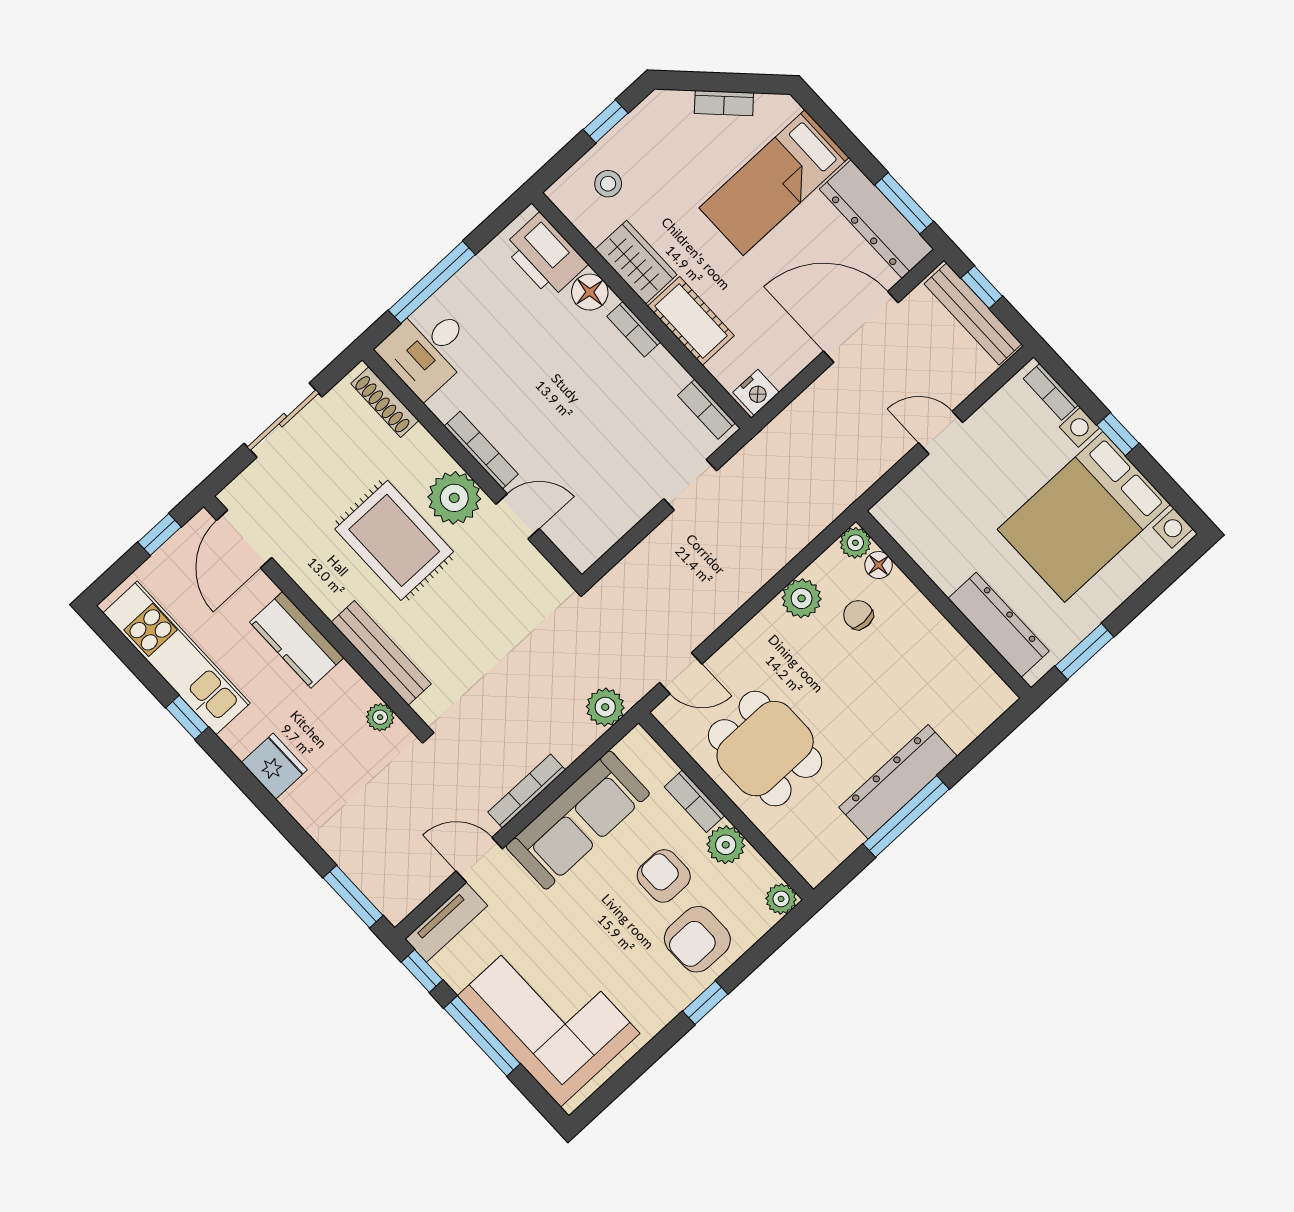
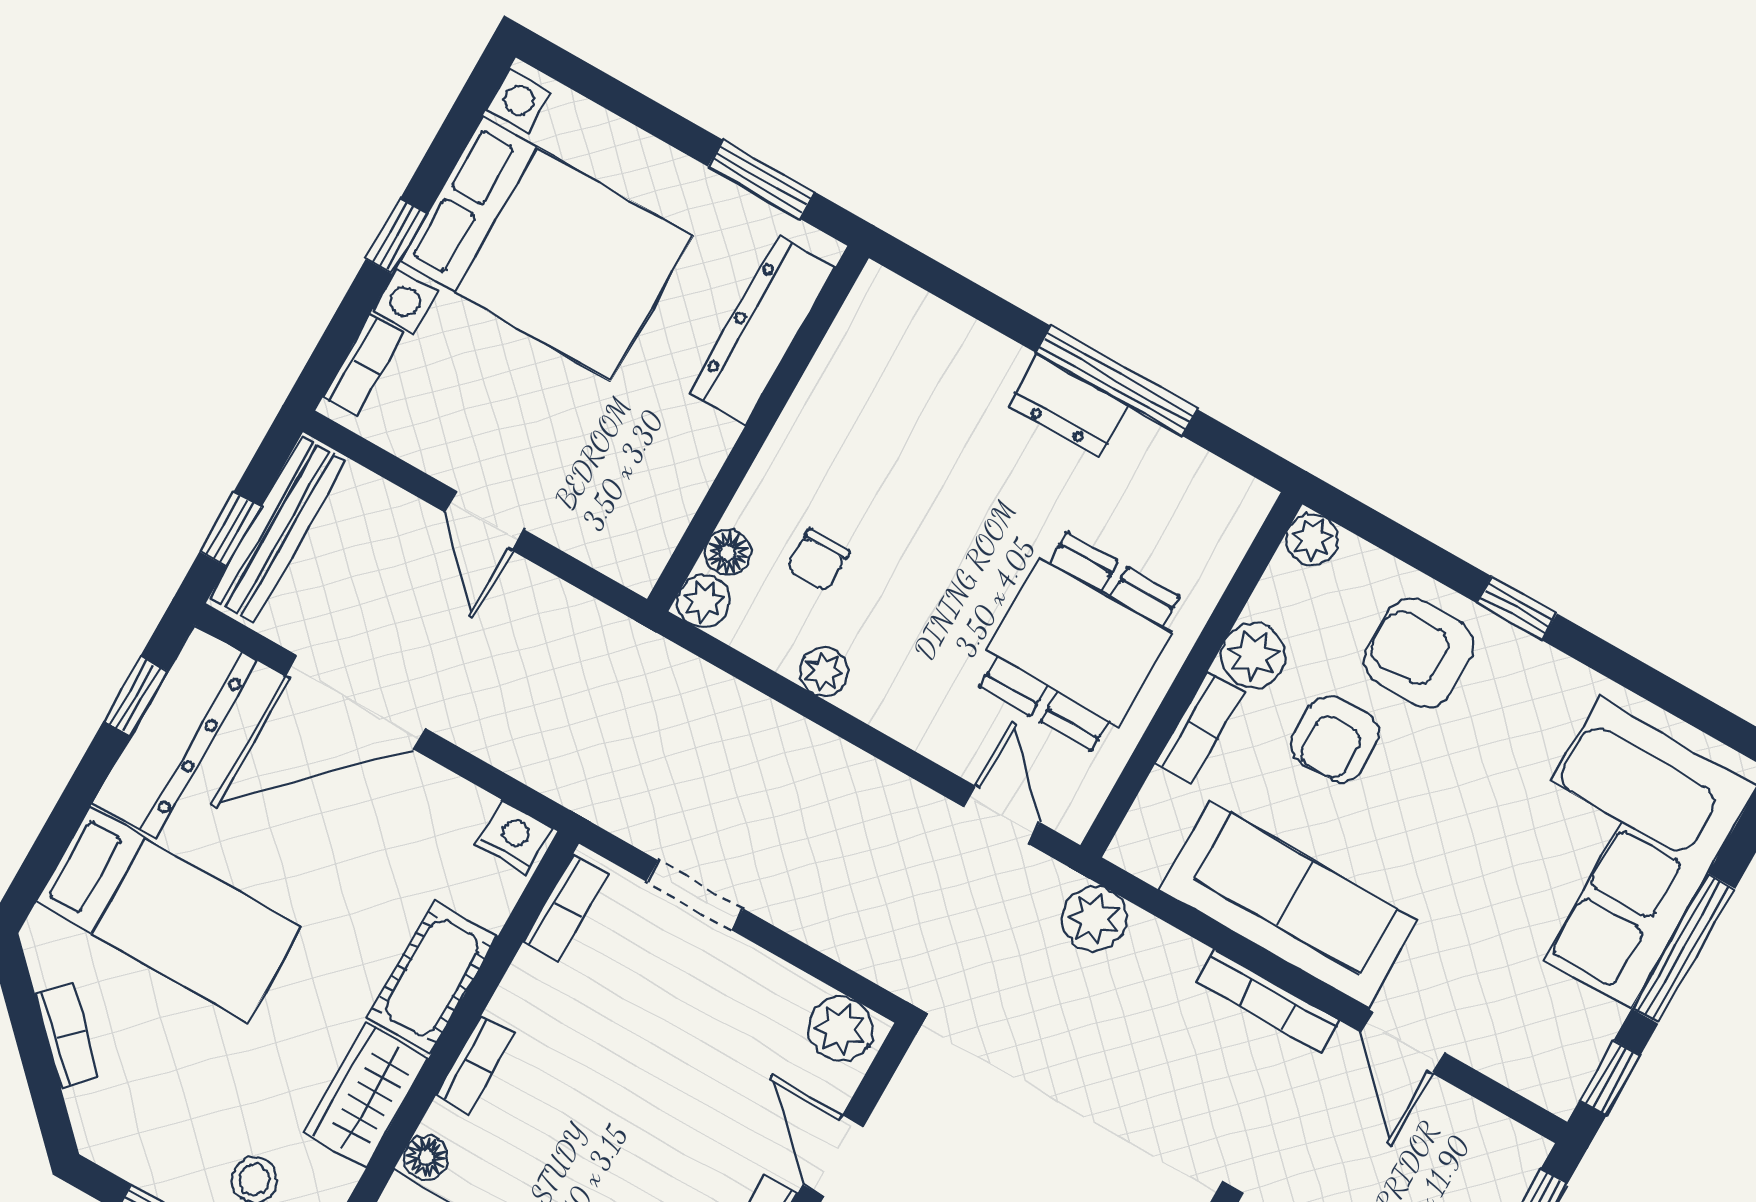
window: (904, 203) -> (135, 696), width x0.67
floor lamp: (590, 292) -> (426, 1157), width x0.73, depth x0.73
door: (861, 327) -> (355, 702), hinge flipped
plant: (588, 543) -> (841, 1029), added
plant: (802, 598) -> (824, 672), width x0.73, depth x0.73
dresser: (898, 782) -> (1068, 405), width x0.51, depth x0.80
tv unit: (446, 922) -> (1519, 1064), removed
armchair: (697, 939) -> (1419, 653), turned 180

